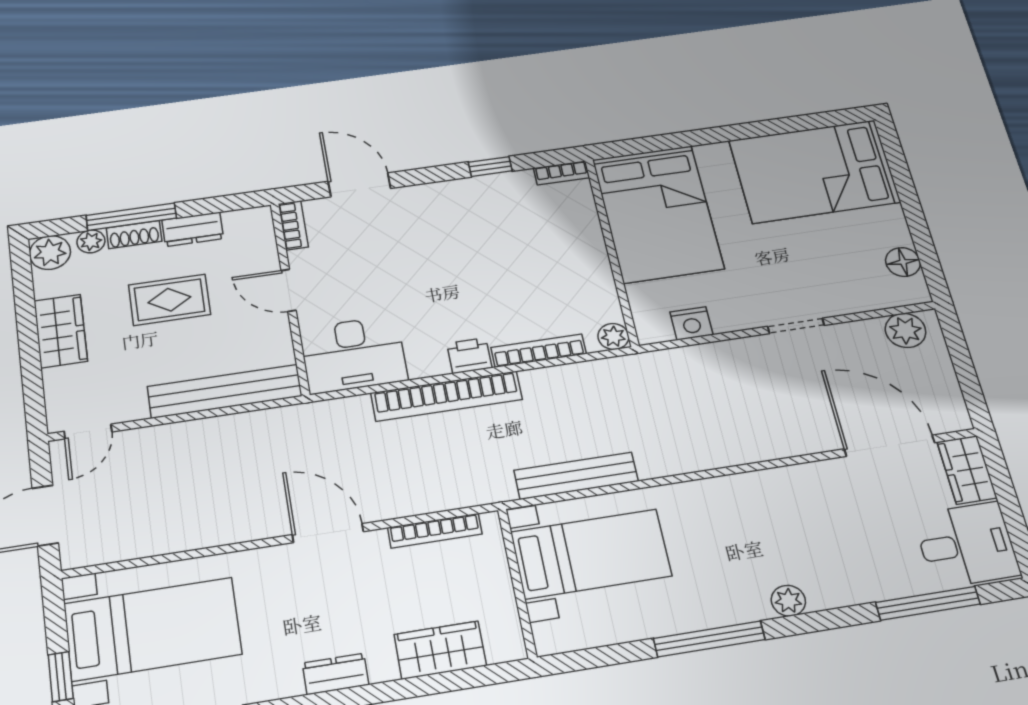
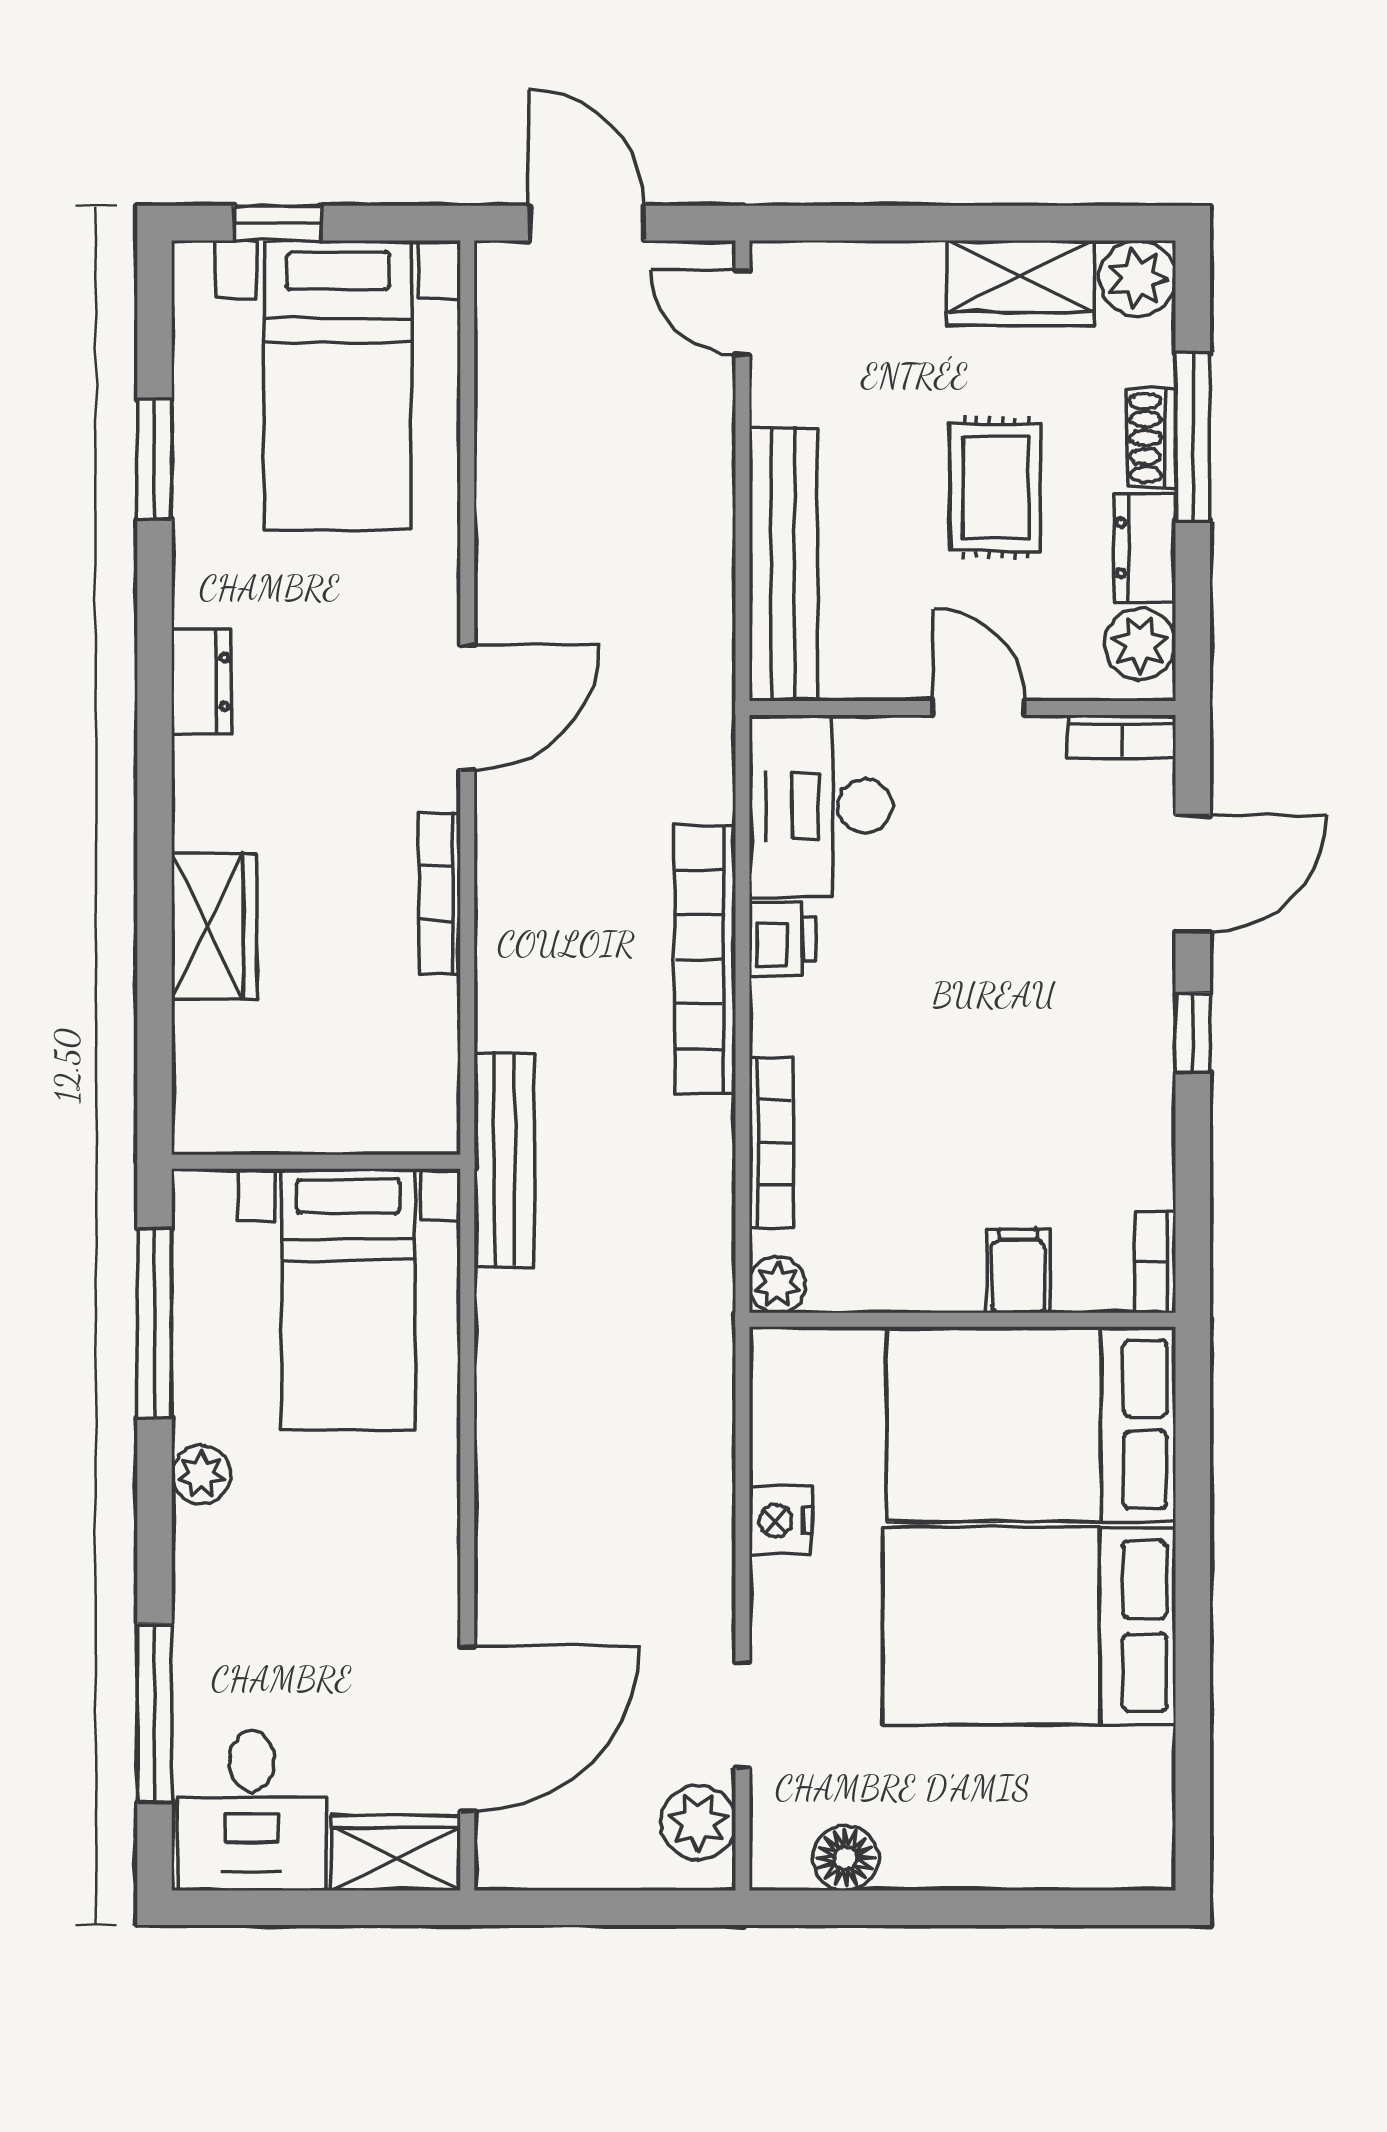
window: (490, 167) -> (1193, 1033), moved
bed: (814, 171) -> (1029, 1626), moved, turned -90
filing cabinet: (580, 231) -> (1018, 1271), added
plant: (91, 241) -> (1140, 644), moved, width x1.38, depth x1.38
door: (289, 290) -> (979, 708), hinge flipped
nightstand: (691, 323) -> (781, 1521), moved
doorway: (796, 326) -> (742, 1715), moved
wardrobe: (61, 331) -> (1021, 283), moved
printer: (469, 356) -> (782, 939), moved
bed with nightstands: (591, 554) -> (348, 1299), moved
wall: (517, 583) -> (316, 1162), moved
wardrobe: (440, 650) -> (214, 926), moved

